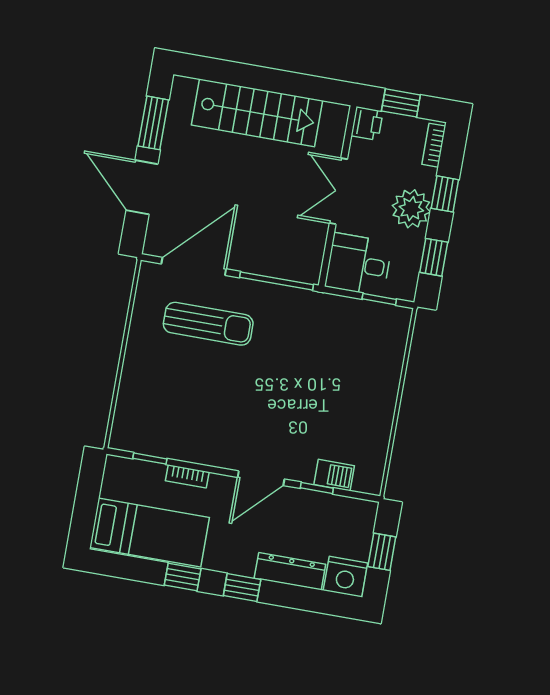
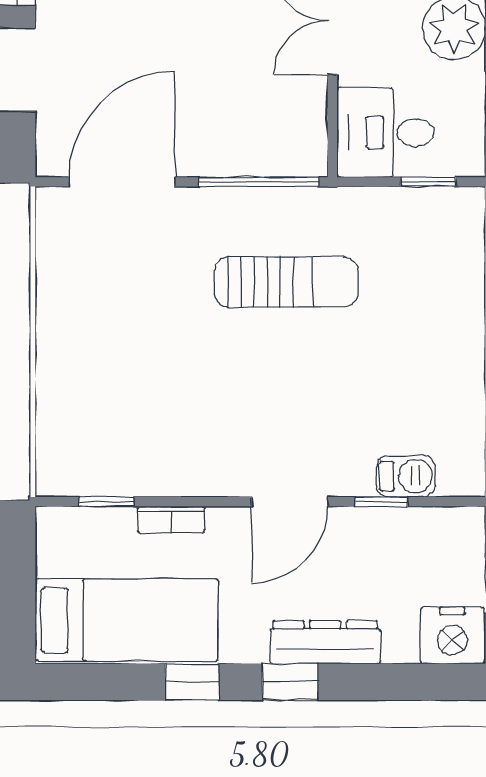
sun lounger: (208, 324) -> (287, 282), moved
dresser: (290, 571) -> (325, 642), moved

